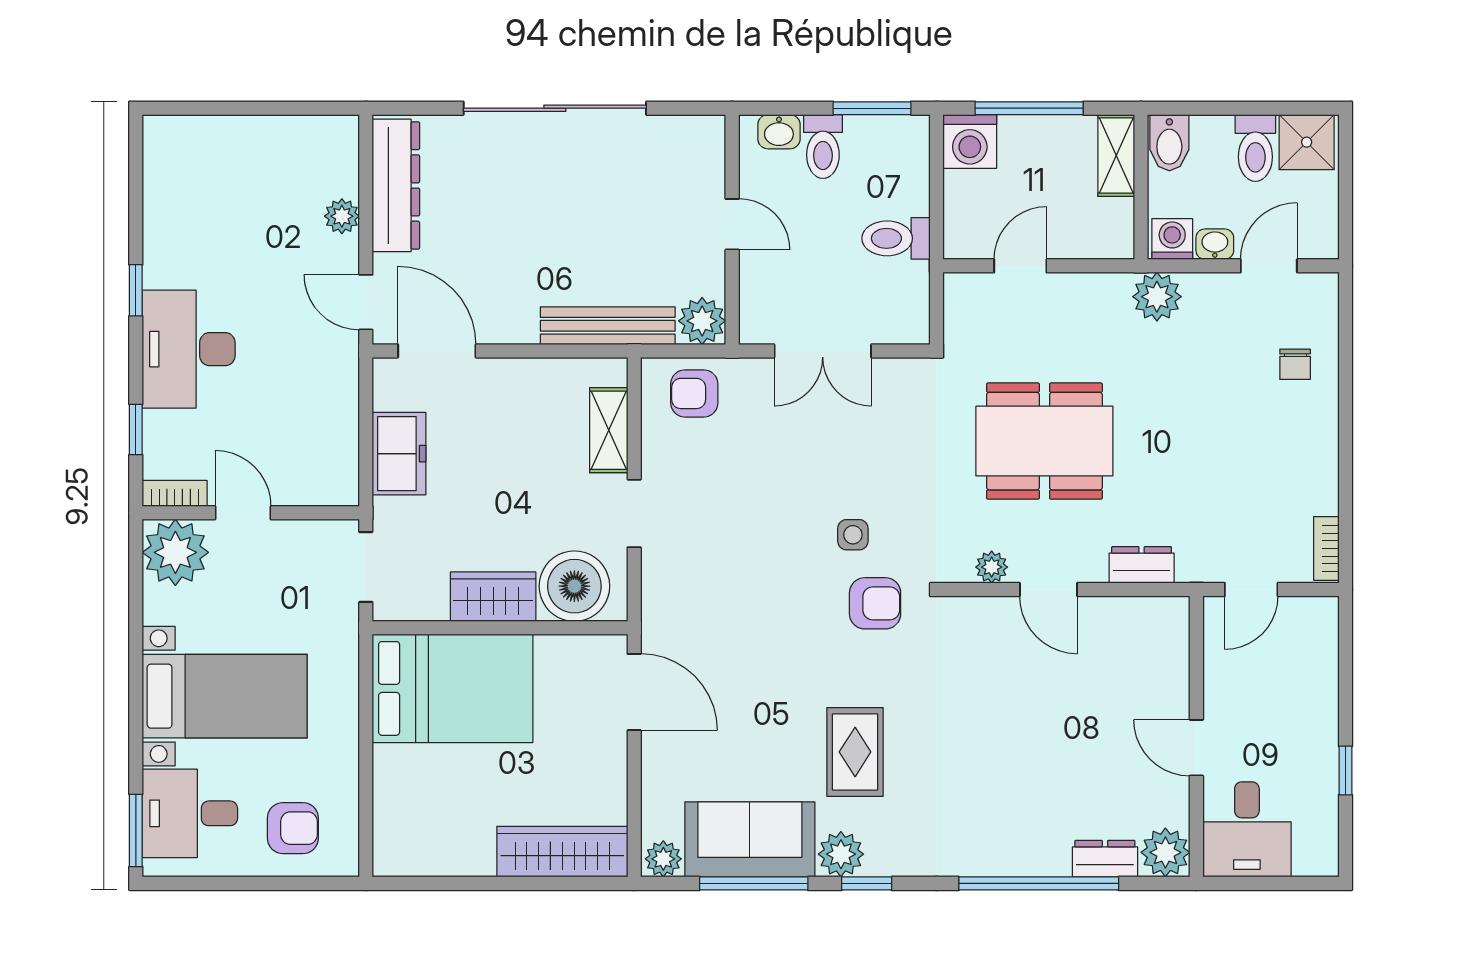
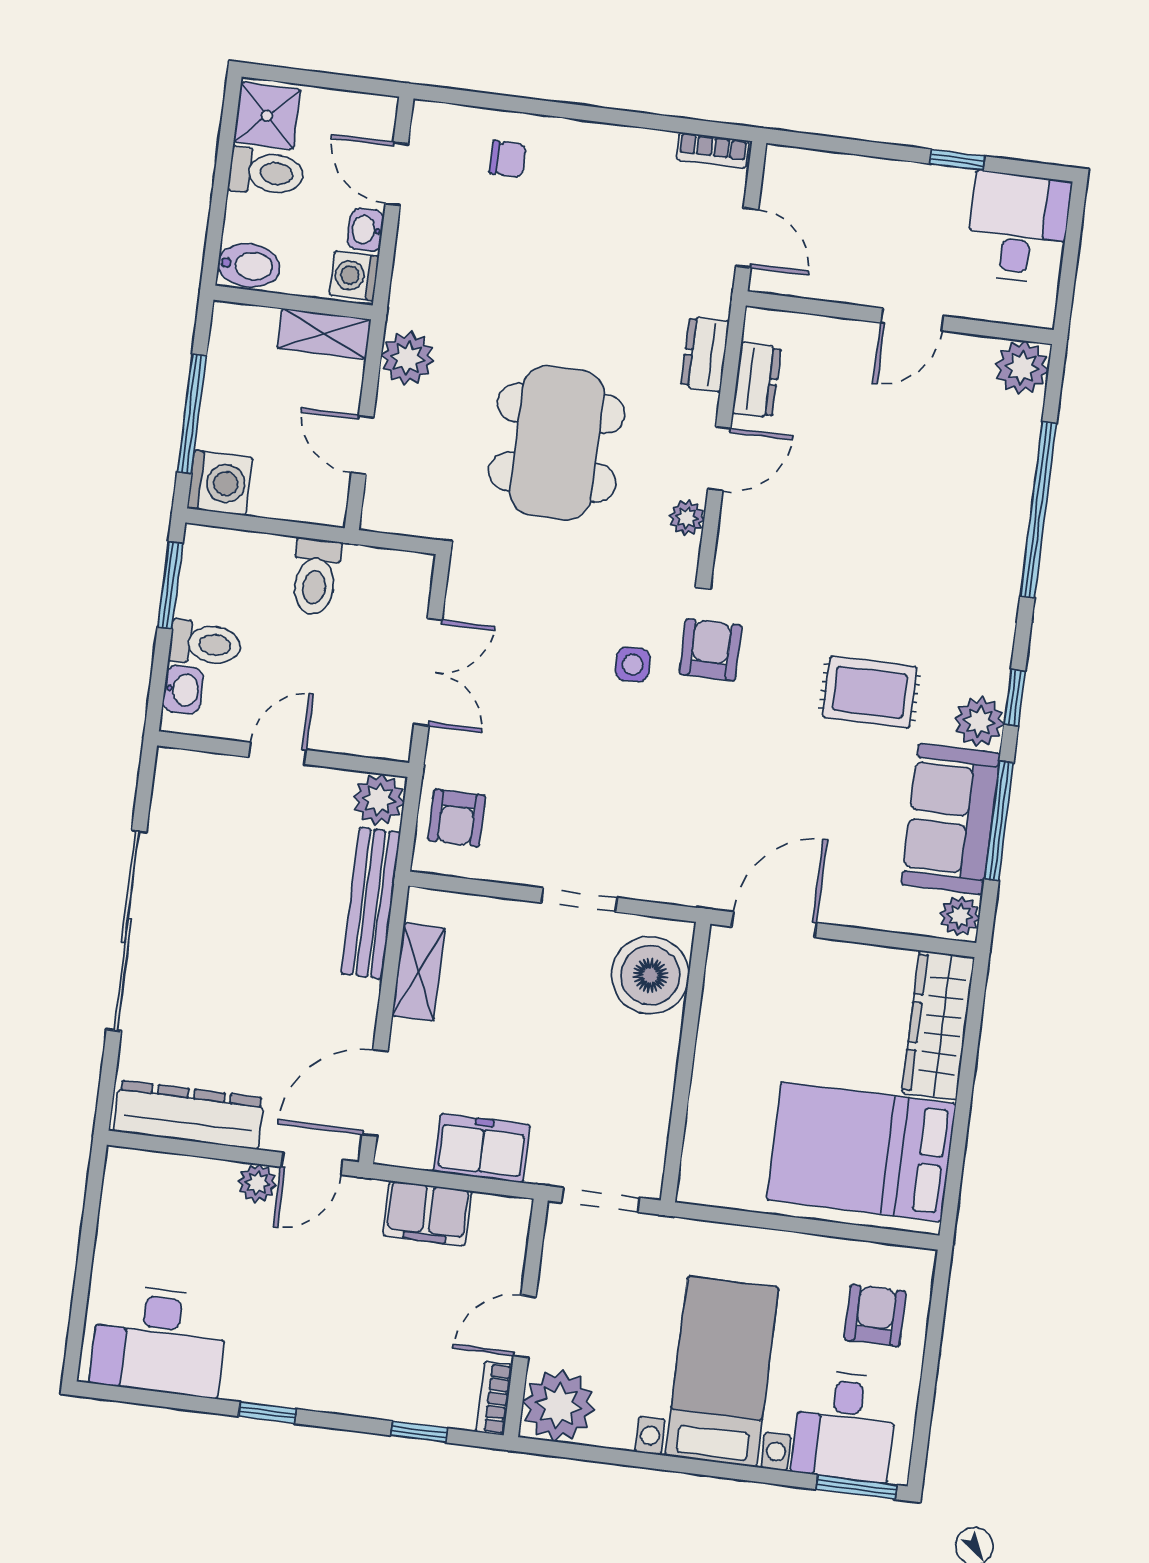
shelving: (1116, 155) -> (324, 334), moved
plant: (342, 216) -> (257, 1183), moved
plant: (1157, 297) -> (408, 358), moved
desk: (189, 349) -> (159, 1341), moved
filing cabinet: (334, 412) -> (427, 1213), added
shelving: (609, 430) -> (418, 972), moved, turned 90
wardrobe: (493, 597) -> (651, 1065), removed
bed: (452, 688) -> (861, 1152), moved, turned -90
desk: (1247, 829) -> (1018, 227), moved, turned -90
dresser: (1105, 859) -> (757, 380), moved, turned 180

